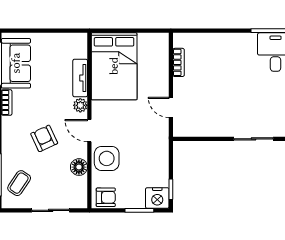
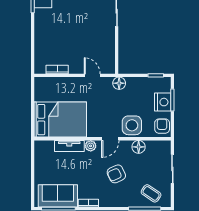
door: (171, 107) -> (92, 75), swing flipped
floor lamp: (161, 142) -> (119, 83), added
nightstand: (157, 198) -> (163, 102), moved

